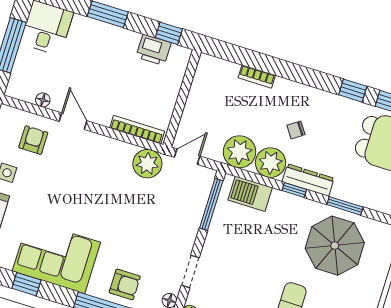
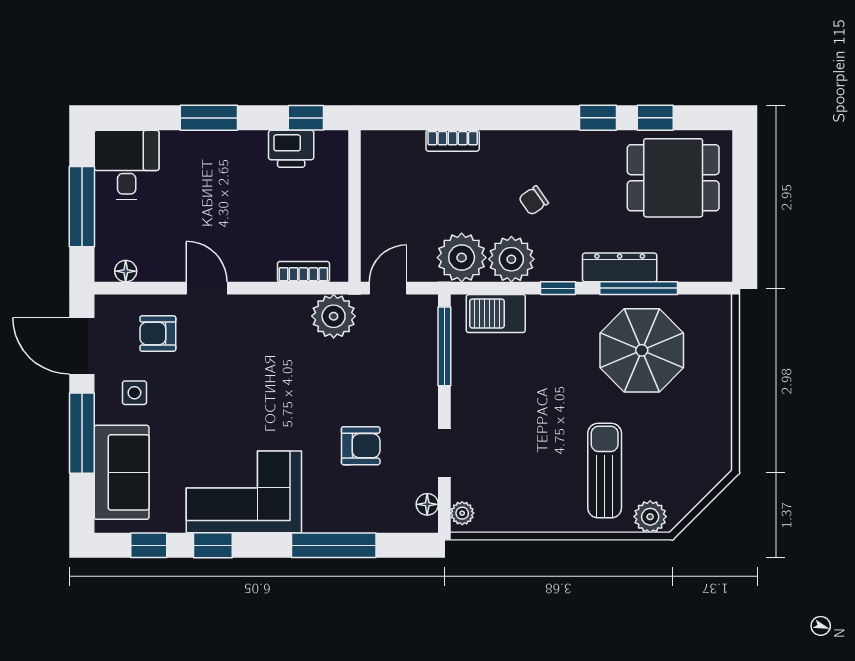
floor lamp: (43, 100) -> (126, 271), moved
bookcase: (137, 130) -> (303, 272), width x0.64
armchair: (33, 140) -> (158, 334), turned -90
dresser: (308, 180) -> (620, 267), moved
window: (345, 206) -> (639, 288), width x1.44
armchair: (125, 284) -> (361, 446), moved

